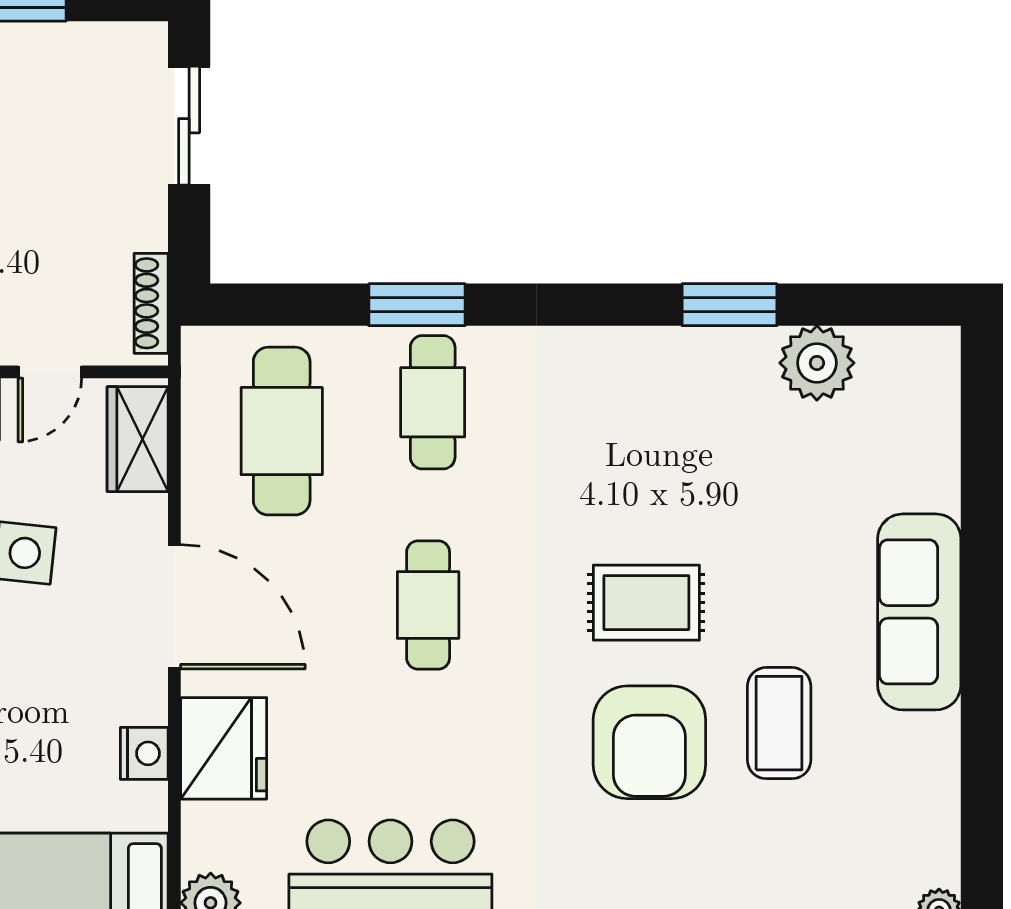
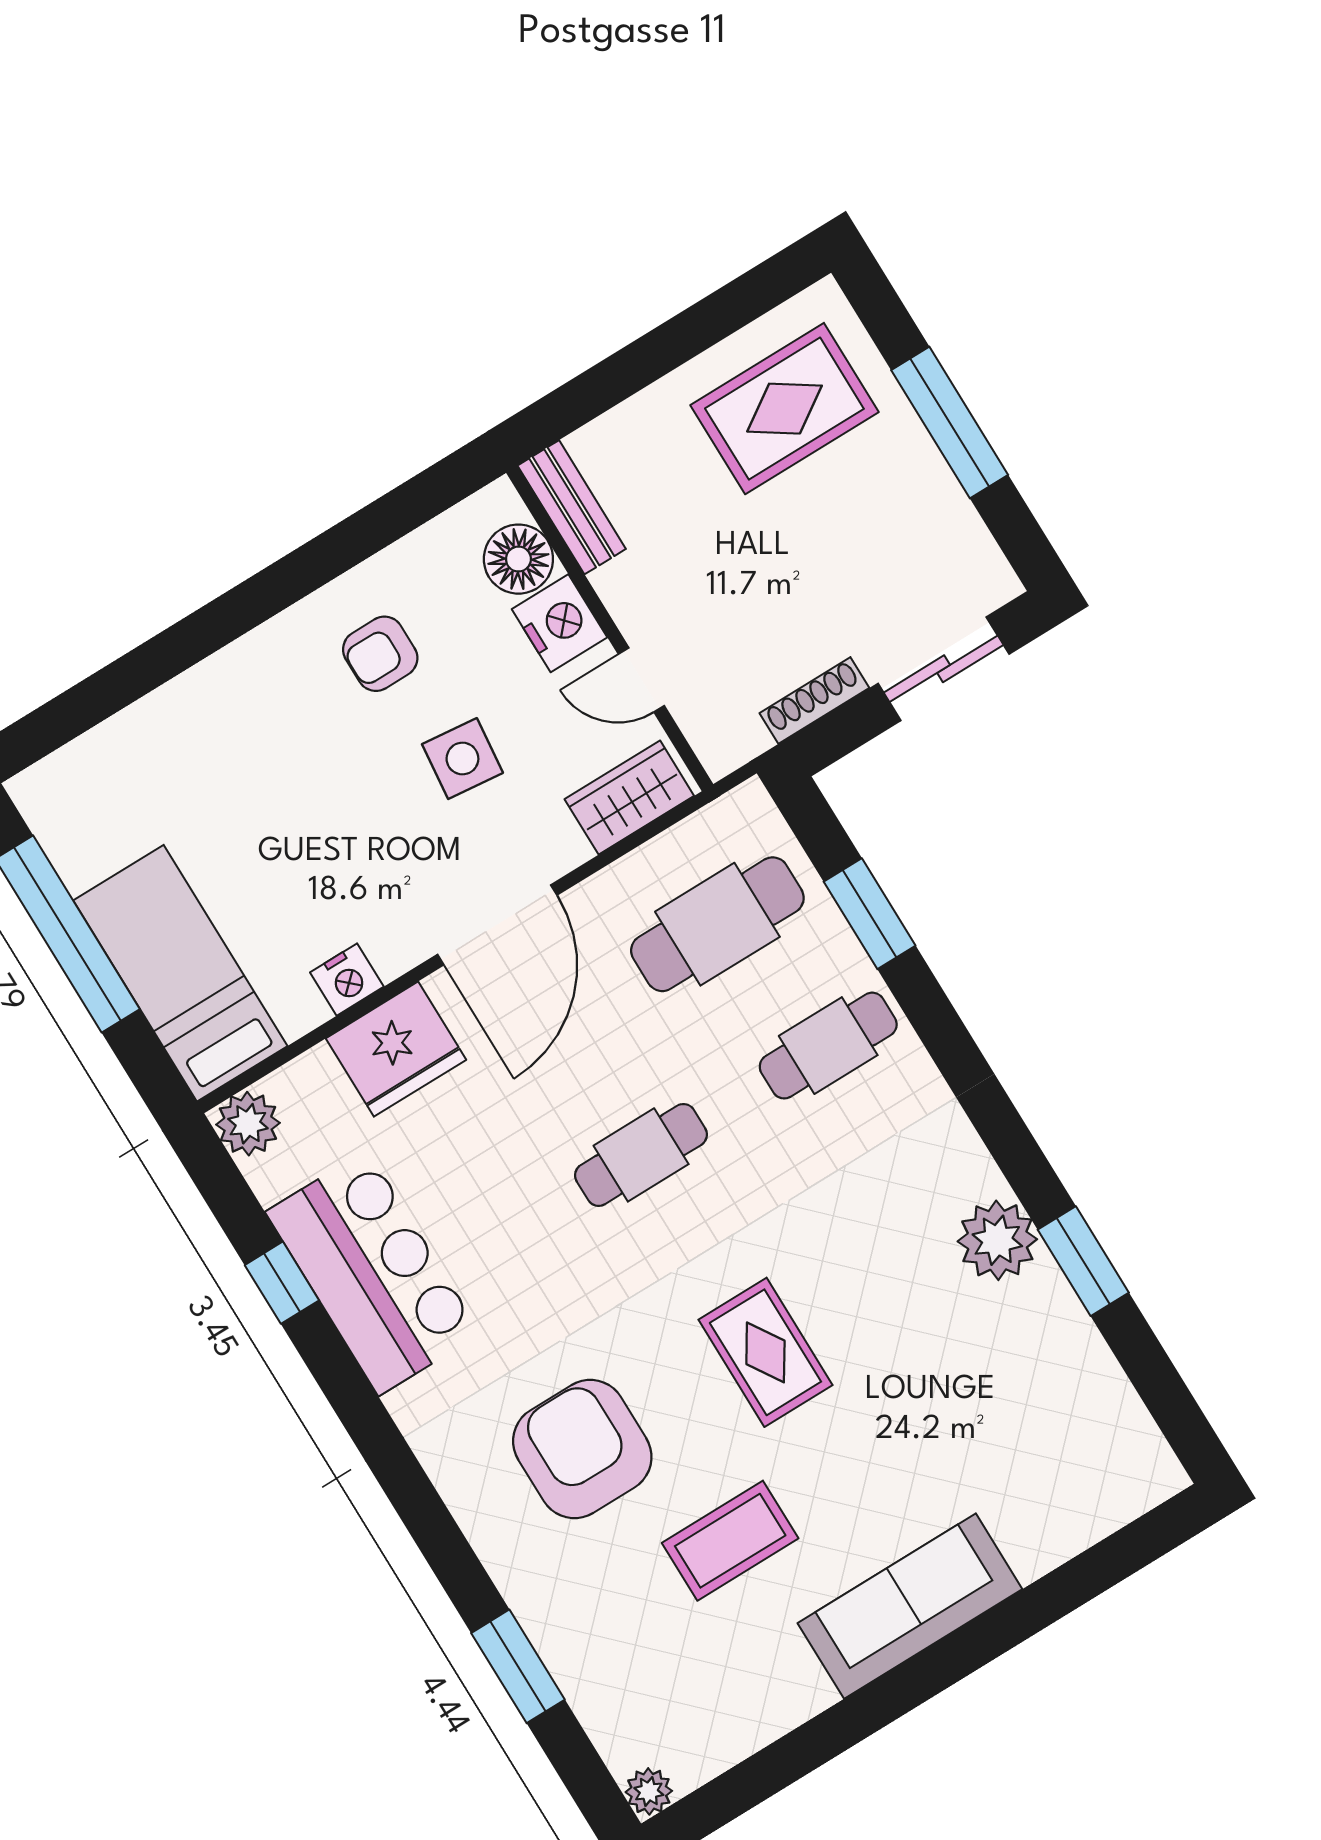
shoe rack: (151, 303) -> (814, 701), moved
window: (417, 305) -> (870, 914), moved
plant: (817, 363) -> (997, 1240), moved
armchair: (649, 742) -> (582, 1449), moved, turned 90

